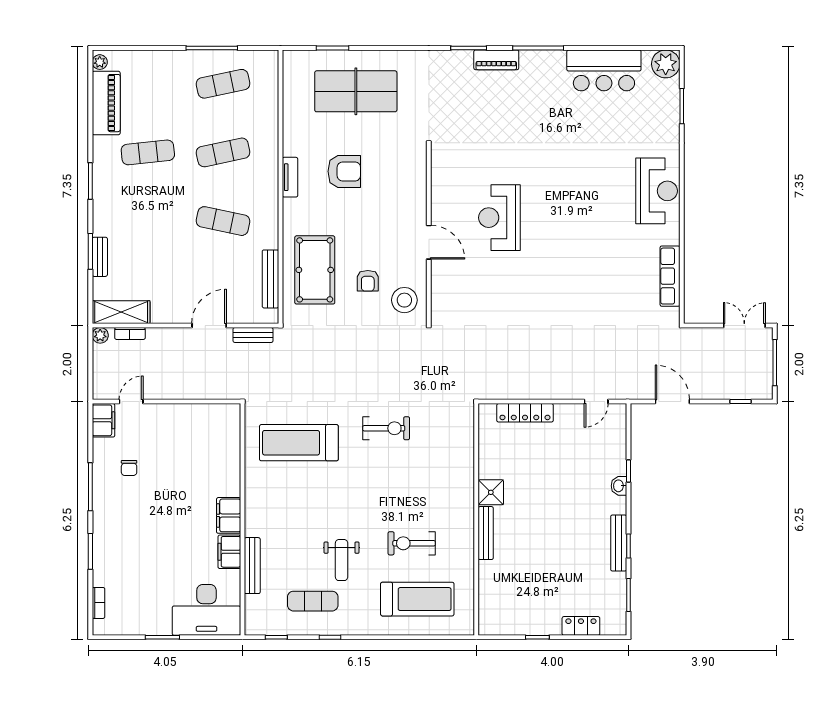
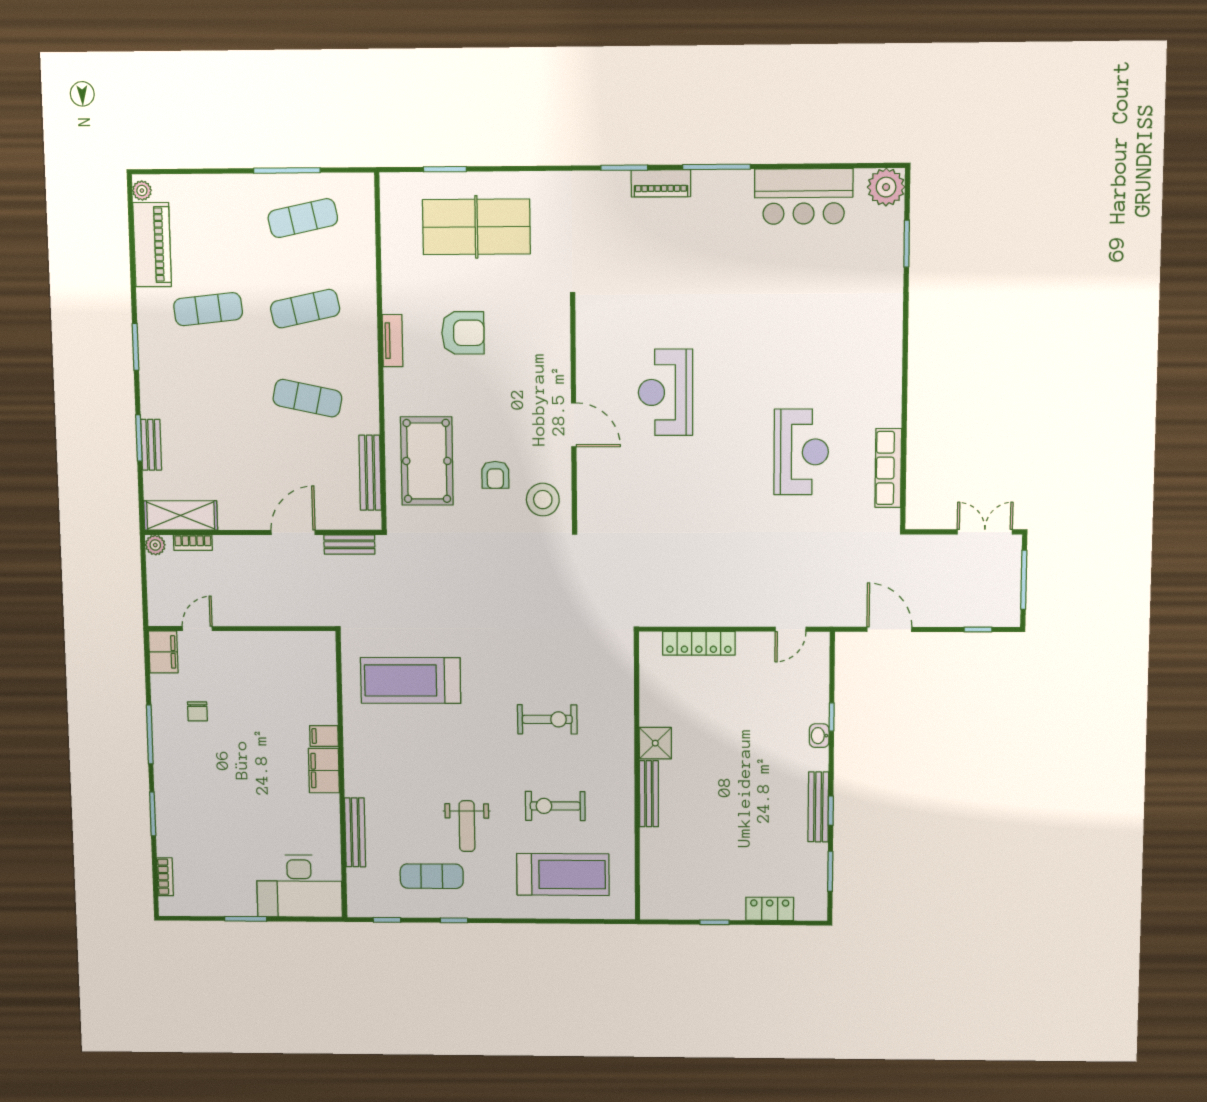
reception desk: (657, 191) -> (801, 452), moved
exercise bike: (386, 428) -> (547, 719), moved
filing cabinet: (229, 552) -> (324, 736), moved, width x0.50

